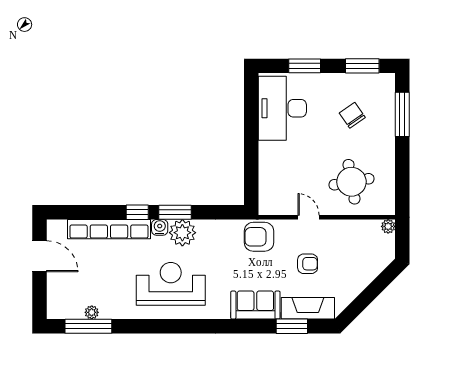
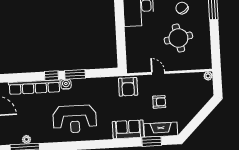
round table: (351, 182) -> (178, 38), moved
plant: (182, 233) -> (80, 87), removed
armchair: (259, 237) -> (128, 87), turned -90
reception desk: (171, 284) -> (75, 119), turned 180

